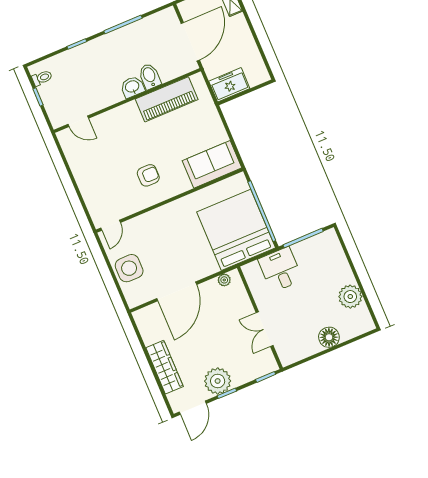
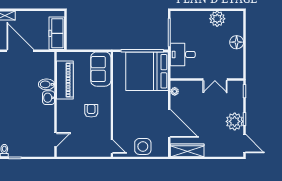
bidet: (150, 76) -> (46, 84), moved
freezer: (229, 85) -> (57, 33), width x1.40
washbasin: (132, 87) -> (49, 98), moved
piano: (167, 99) -> (65, 80), moved
wall: (127, 101) -> (56, 104), moved
door: (78, 121) -> (56, 140), moved
wardrobe: (165, 367) -> (187, 150), moved

